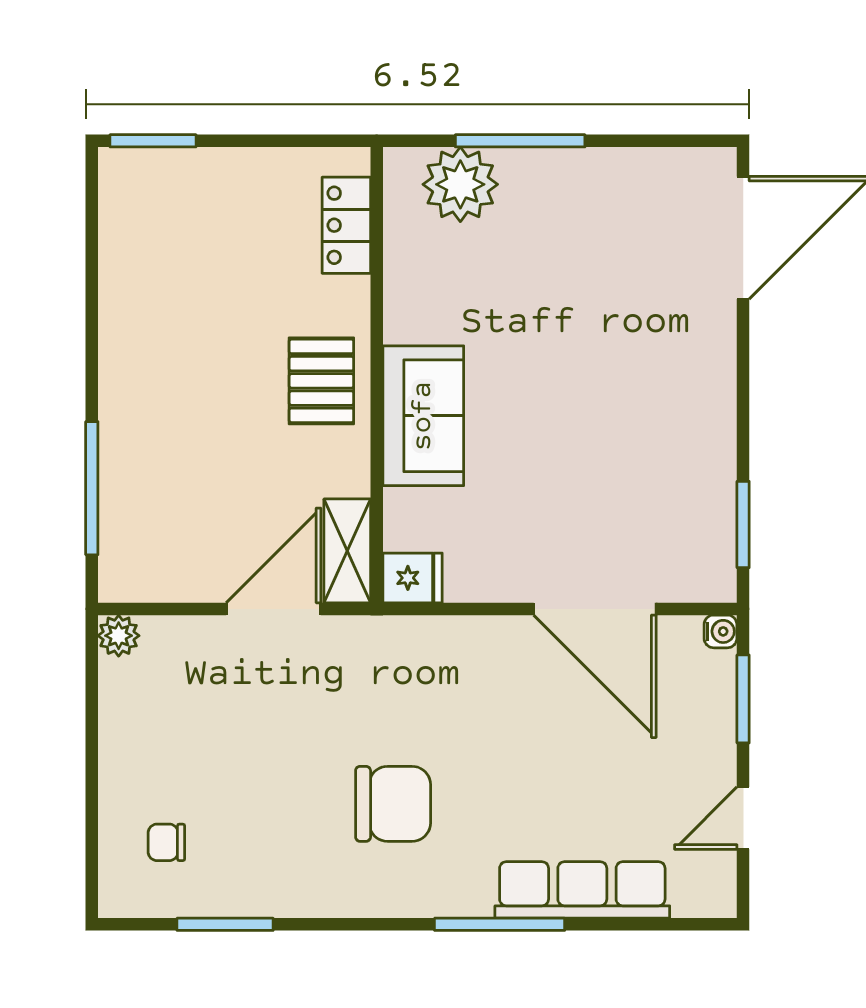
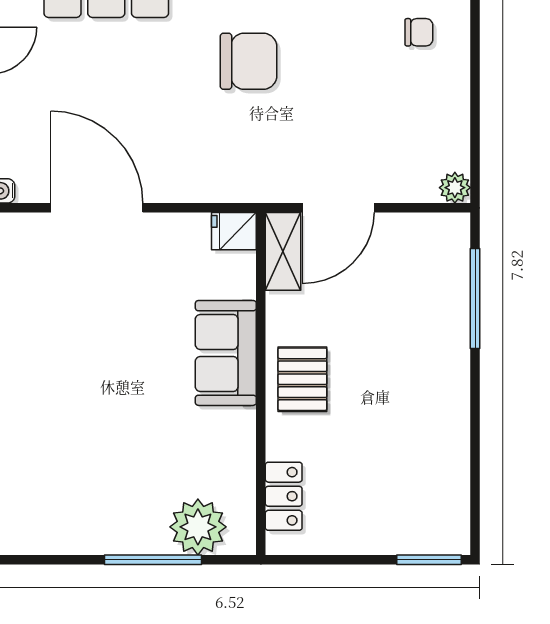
chair: (393, 804) -> (249, 61), turned 180

